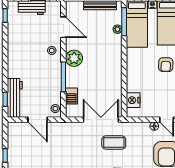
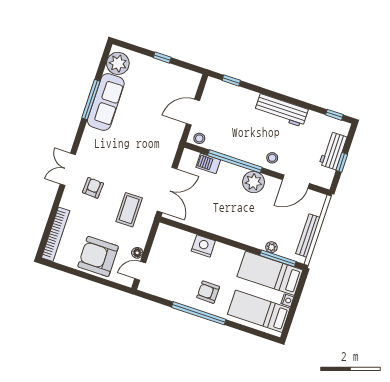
window: (63, 77) -> (235, 161), width x1.46
workbench: (15, 98) -> (281, 110), moved
nightstand: (133, 100) -> (203, 246), moved
coffee table: (114, 143) -> (129, 210), moved

